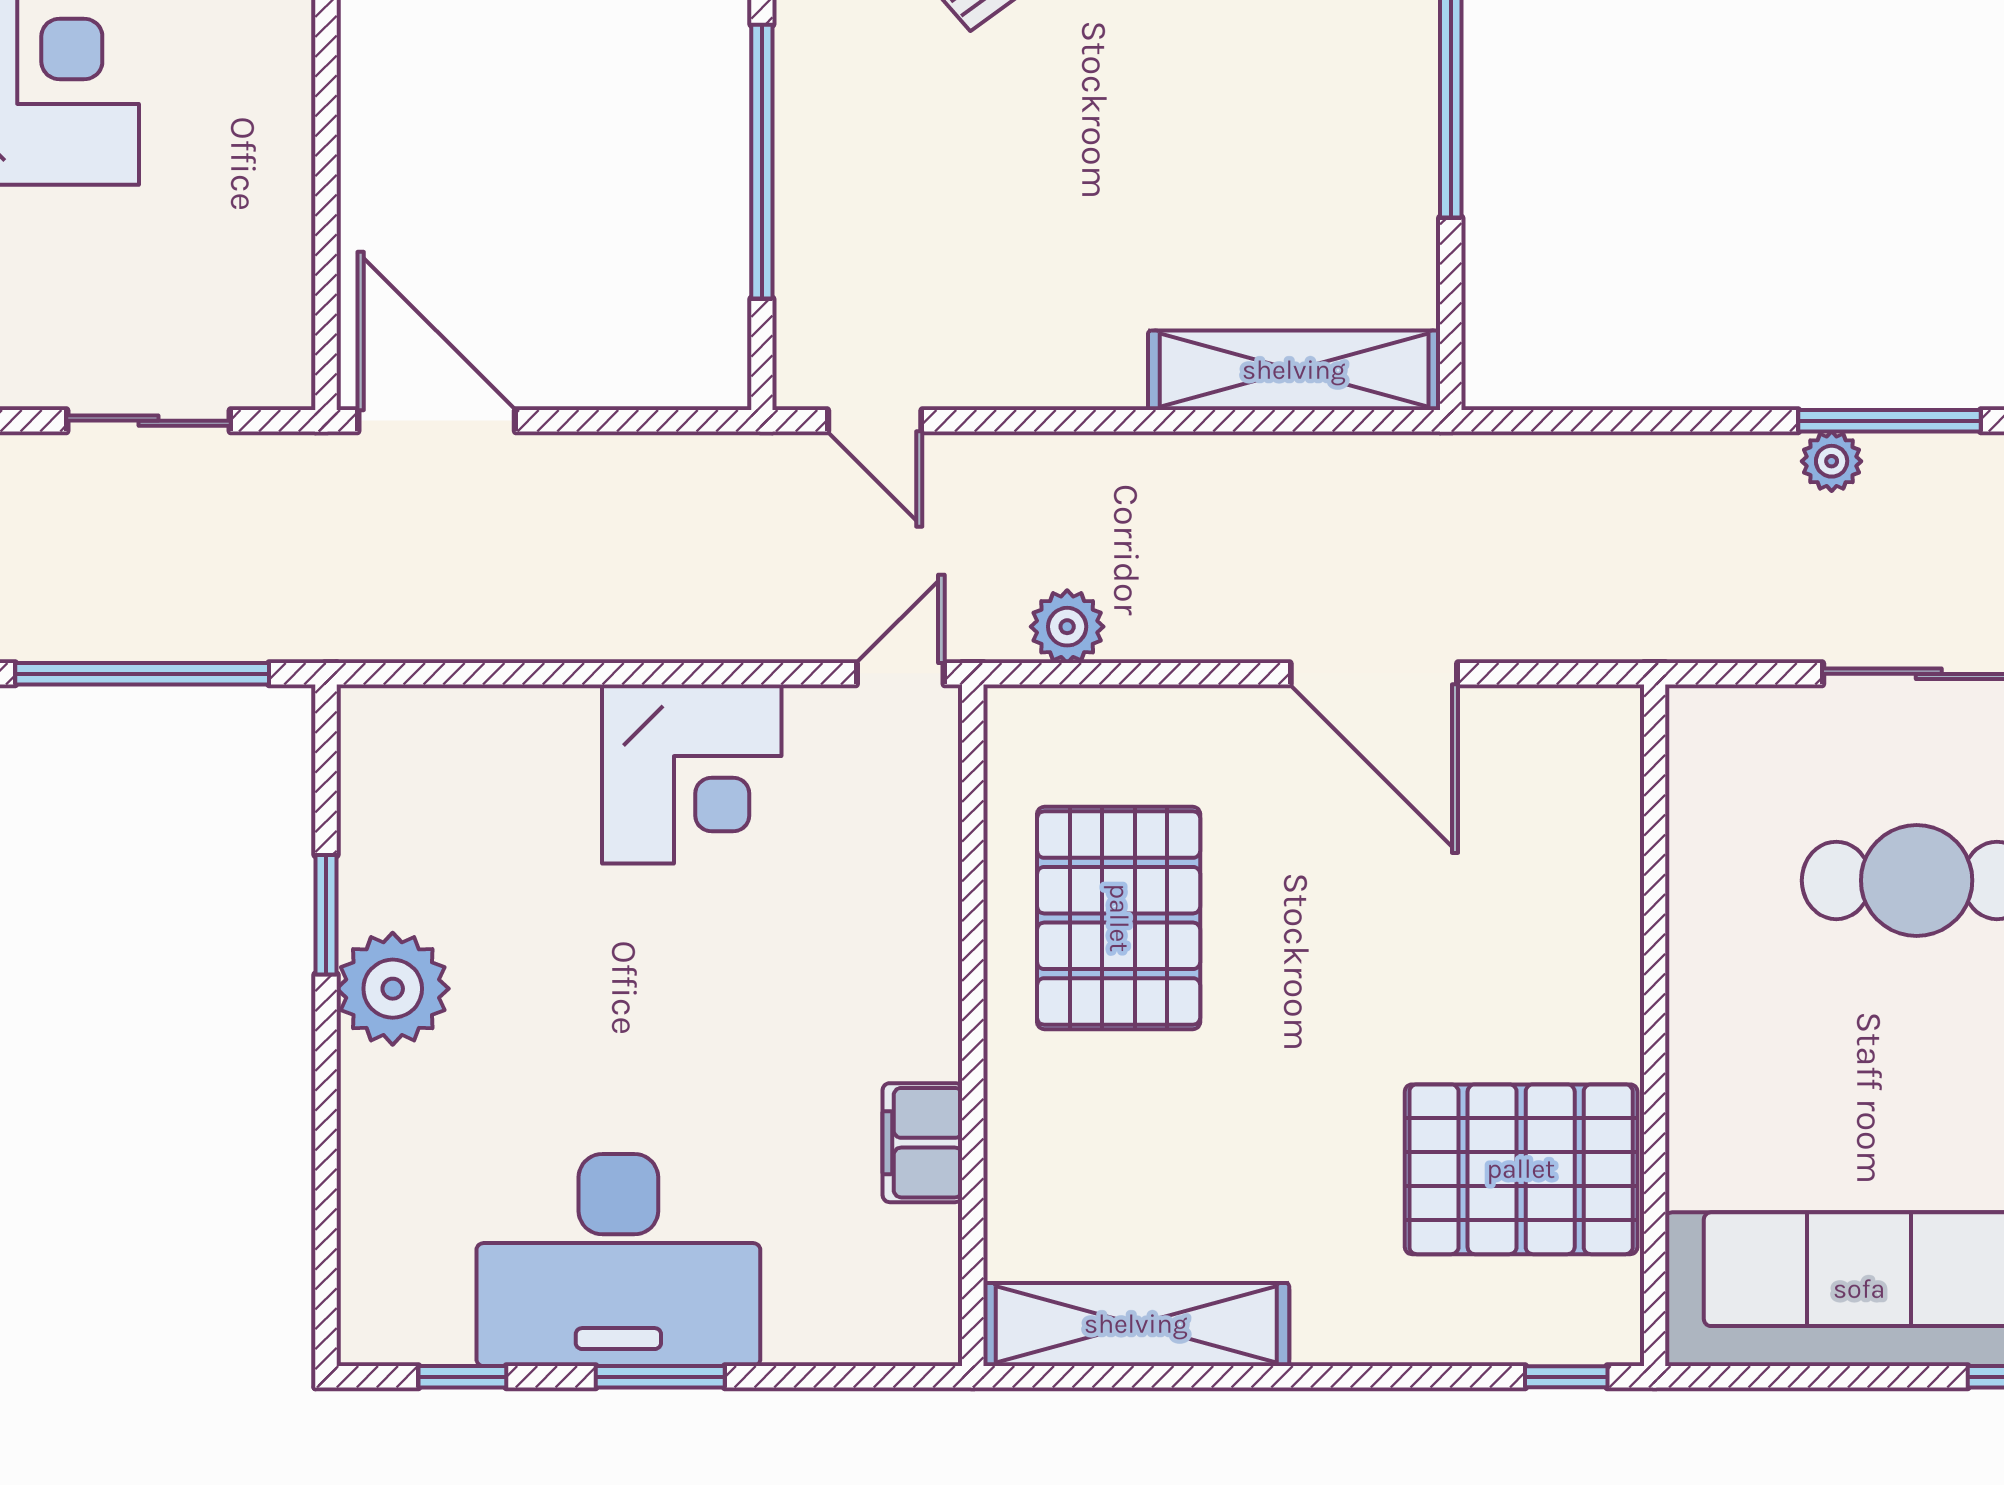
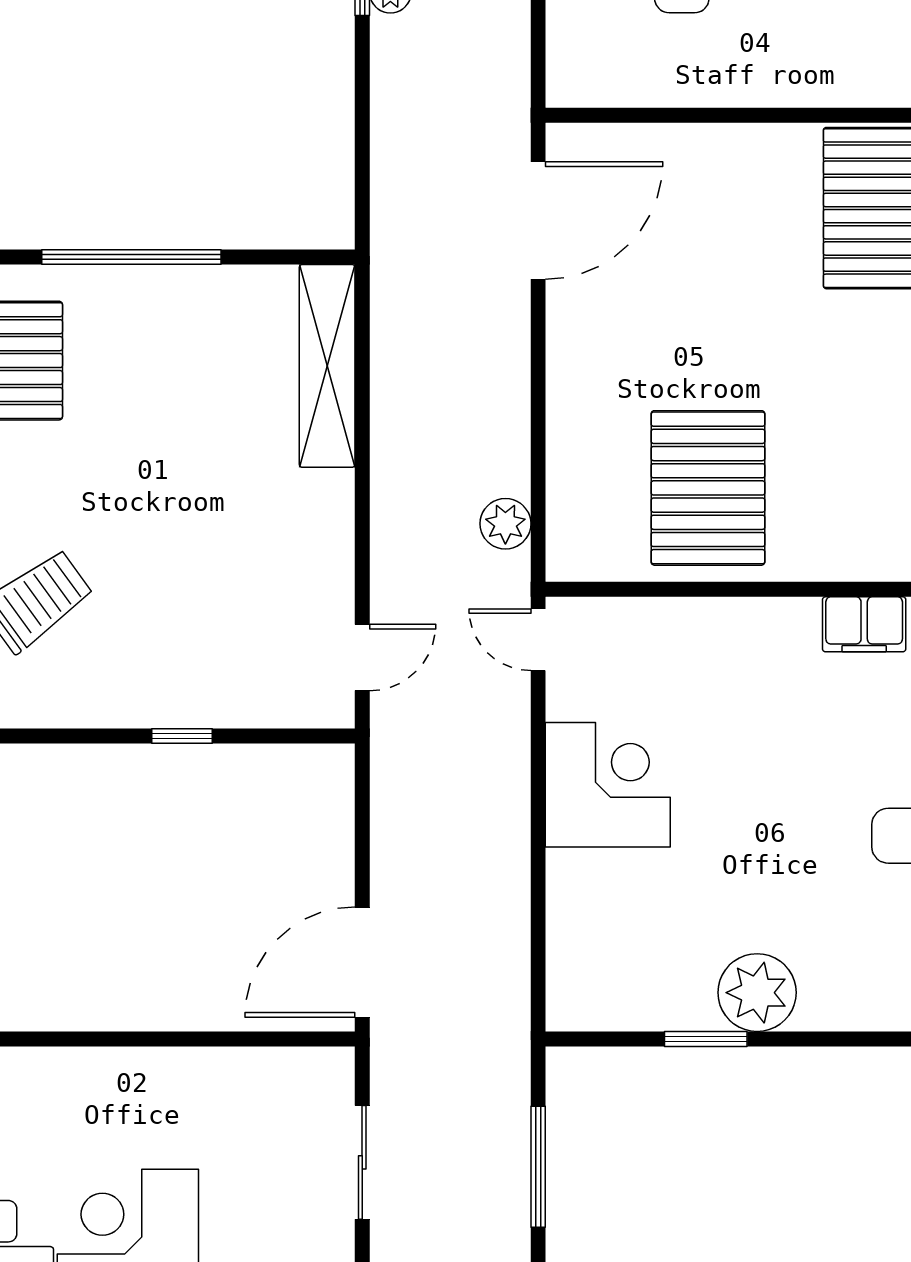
window: (762, 162) -> (182, 736), width x0.32
window: (142, 674) -> (538, 1167), width x0.68
door: (1374, 674) -> (538, 221), moved
pallet: (1119, 918) -> (708, 488), turned 90

